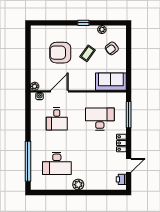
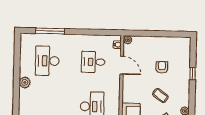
window: (83, 23) -> (193, 74), moved
armchair: (60, 53) -> (162, 67), width x0.53, depth x0.53
window: (28, 161) -> (50, 31), width x0.68

